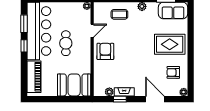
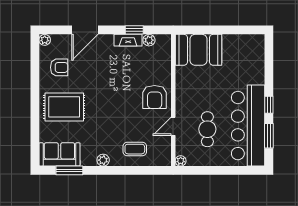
cafe table: (66, 43) -> (207, 129), moved
piano: (34, 77) -> (255, 61), removed
door: (155, 99) -> (85, 30), hinge flipped

